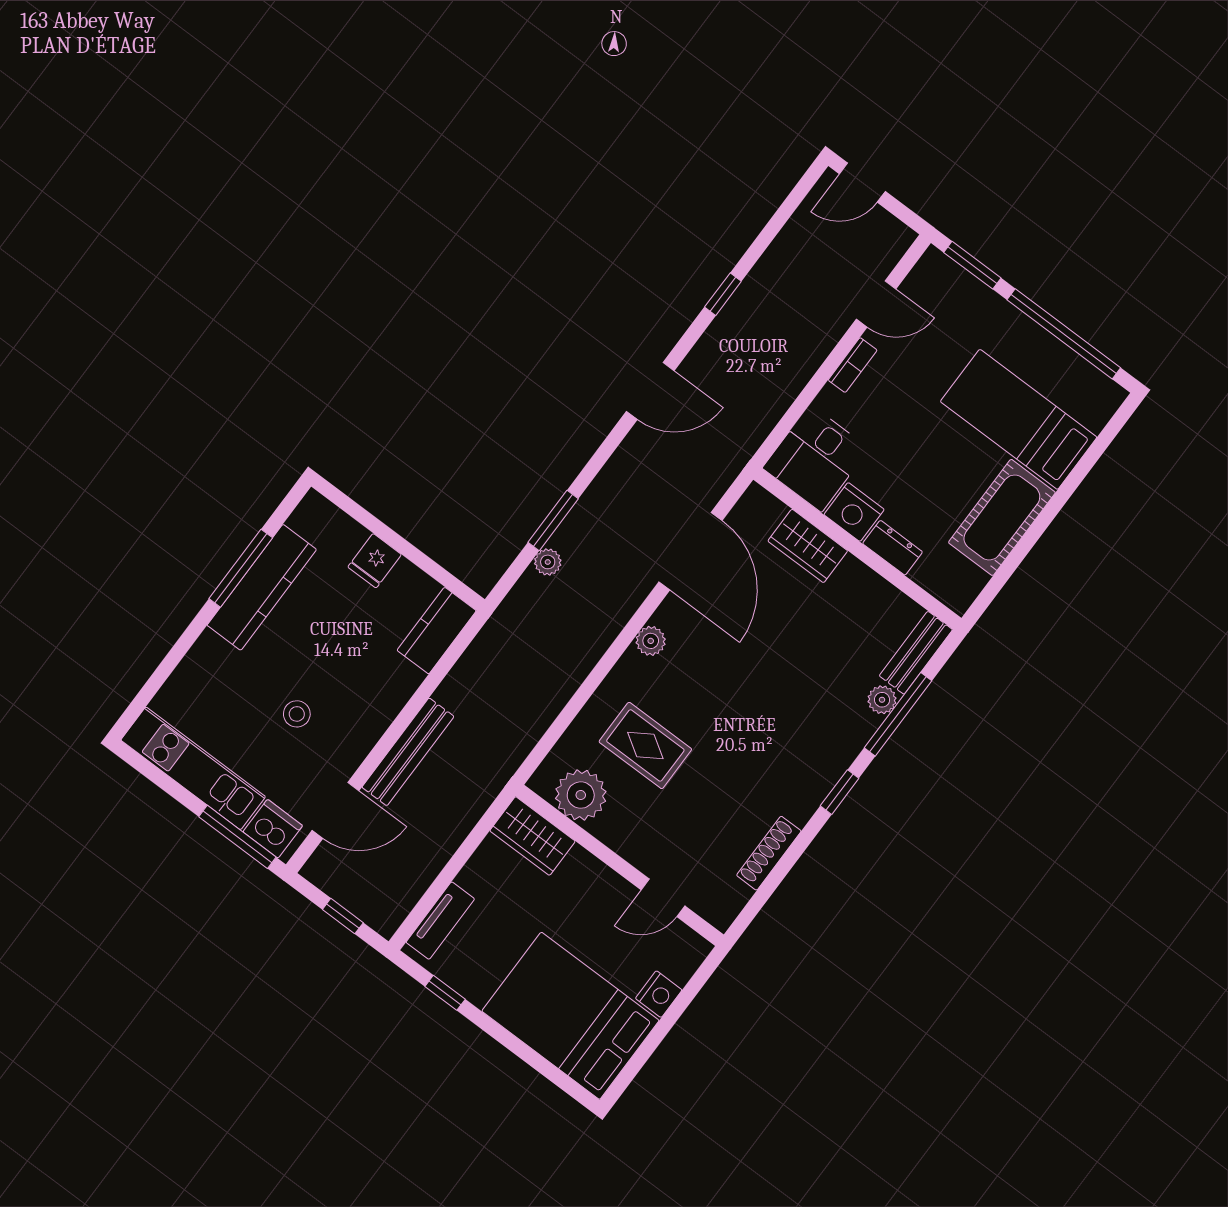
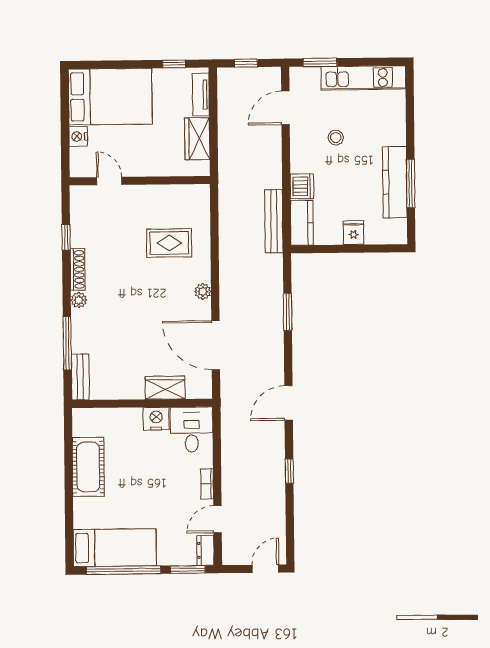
bed: (1019, 419) -> (115, 548), moved
dresser: (893, 548) -> (205, 550), moved, turned 90
plant: (548, 562) -> (276, 291), removed
plant: (882, 700) -> (79, 300), moved
bench: (408, 752) -> (274, 221), moved
window: (840, 792) -> (66, 237), moved
plant: (581, 795) -> (181, 199), removed
dishwasher: (273, 829) -> (302, 186), moved, turned -90
wardrobe: (532, 836) -> (197, 139), moved, turned -90
window: (237, 837) -> (320, 62), width x0.69
shoe rack: (769, 853) -> (78, 269), moved
door: (663, 898) -> (109, 181), hinge flipped

